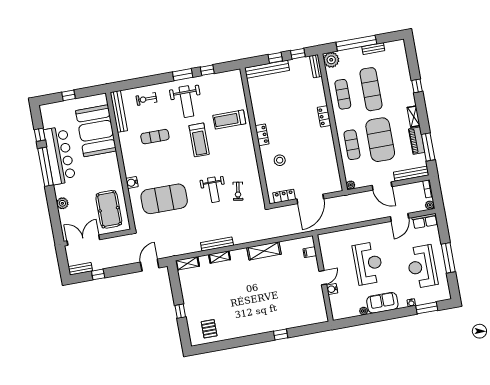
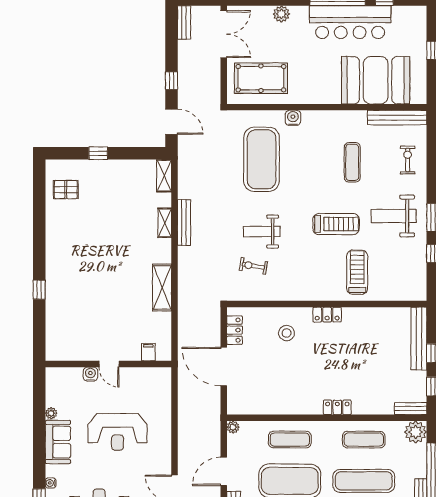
treadmill: (199, 140) -> (336, 224), turned 180
window: (98, 274) -> (171, 81), moved

